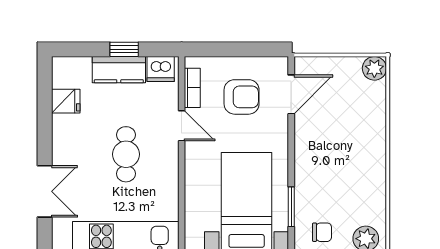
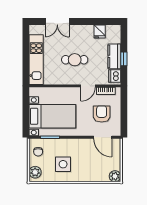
armchair: (242, 97) -> (102, 114), turned 180
side table: (349, 179) -> (63, 164), added

